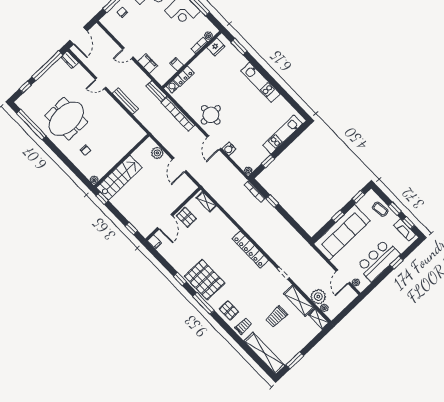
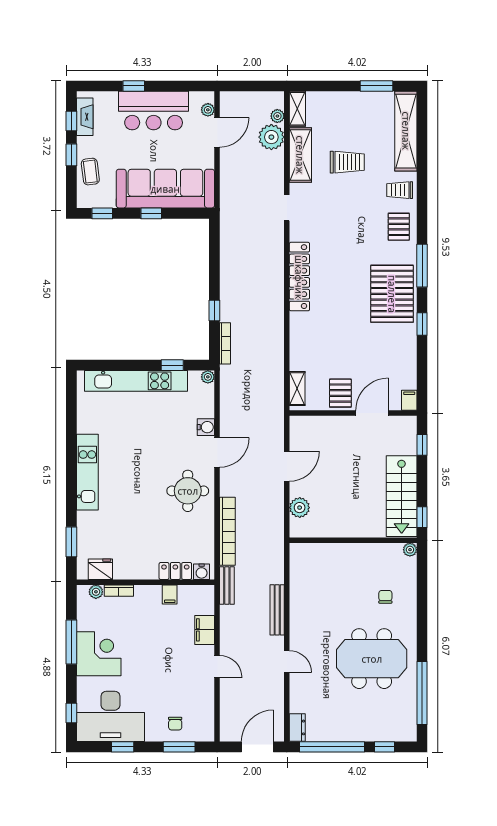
kitchen unit: (283, 135) -> (136, 381), width x1.36
stairs: (119, 178) -> (402, 496), moved, turned -90

